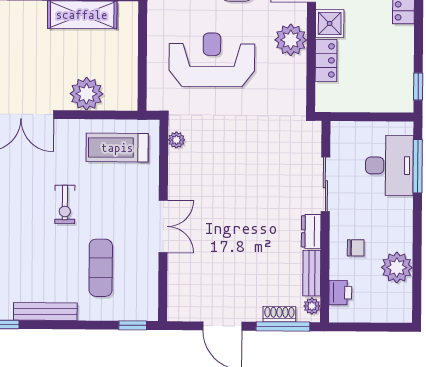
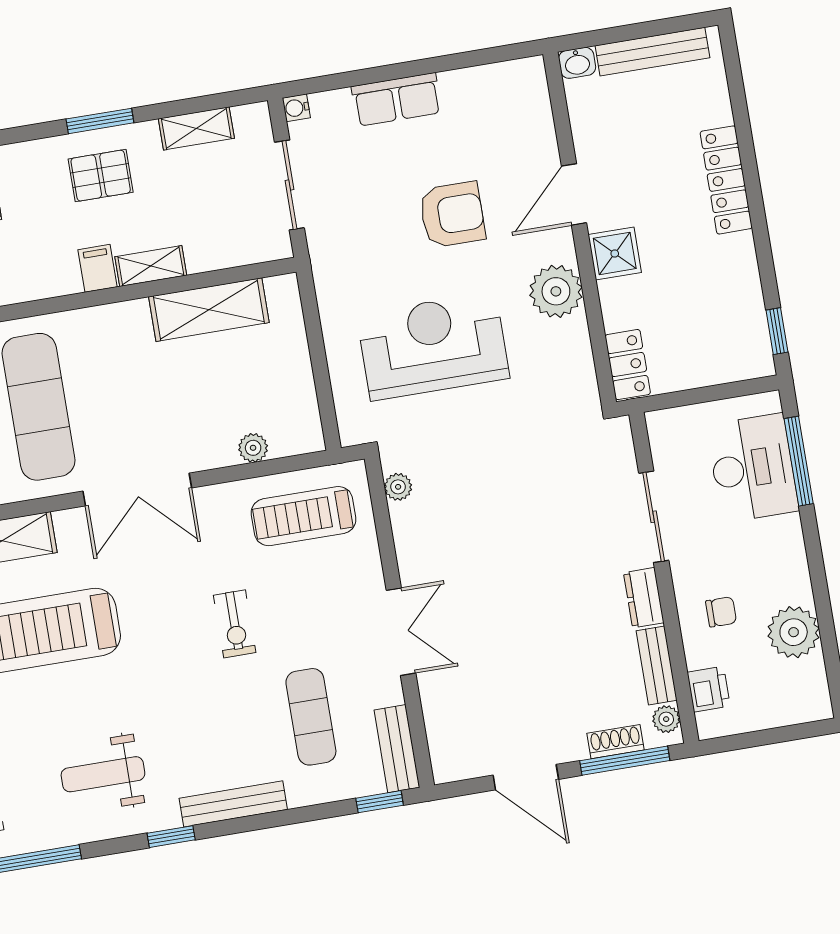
locker: (326, 60) -> (628, 365), moved
plant: (86, 94) -> (253, 448), width x0.53, depth x0.53
bench: (149, 296) -> (397, 749), added

